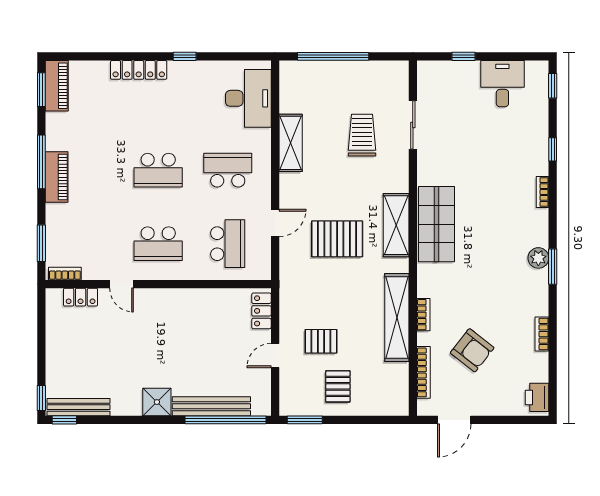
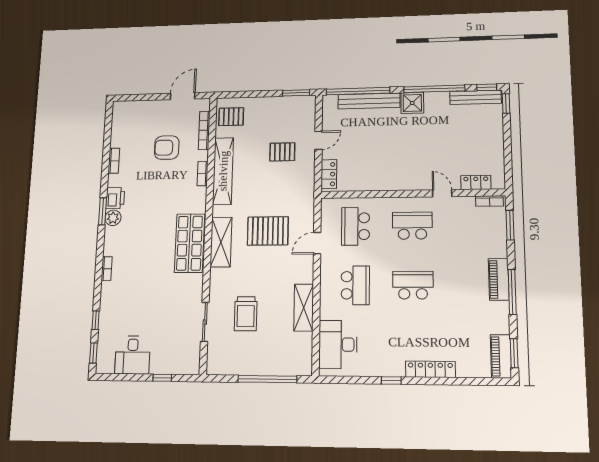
window: (553, 149) -> (96, 320), moved
school desk: (228, 170) -> (355, 285), turned -90
armchair: (472, 350) -> (167, 148), turned -38
pallet: (338, 386) -> (231, 117), moved, turned 90
printer: (537, 397) -> (115, 198), moved
window: (129, 420) -> (434, 89), added

